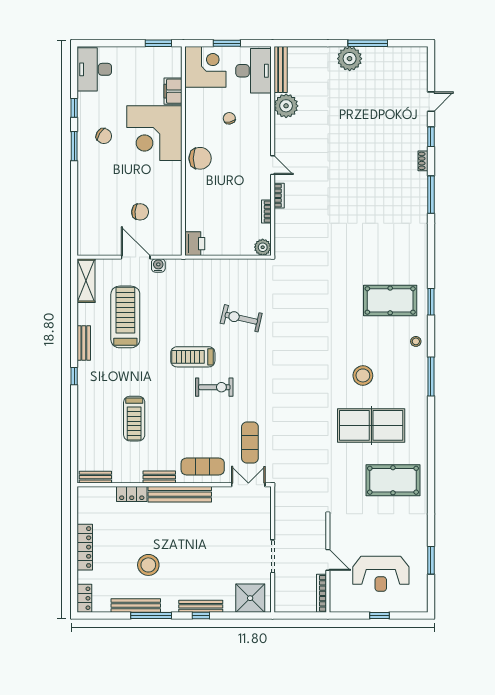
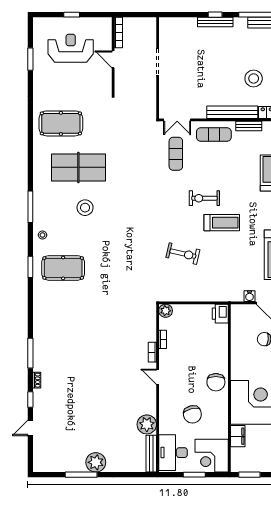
chair: (229, 118) -> (192, 414), width x1.87, depth x1.87
chair: (200, 158) -> (216, 382), turned -90
stool: (148, 565) -> (254, 78), moved
shower: (250, 598) -> (176, 29), removed

